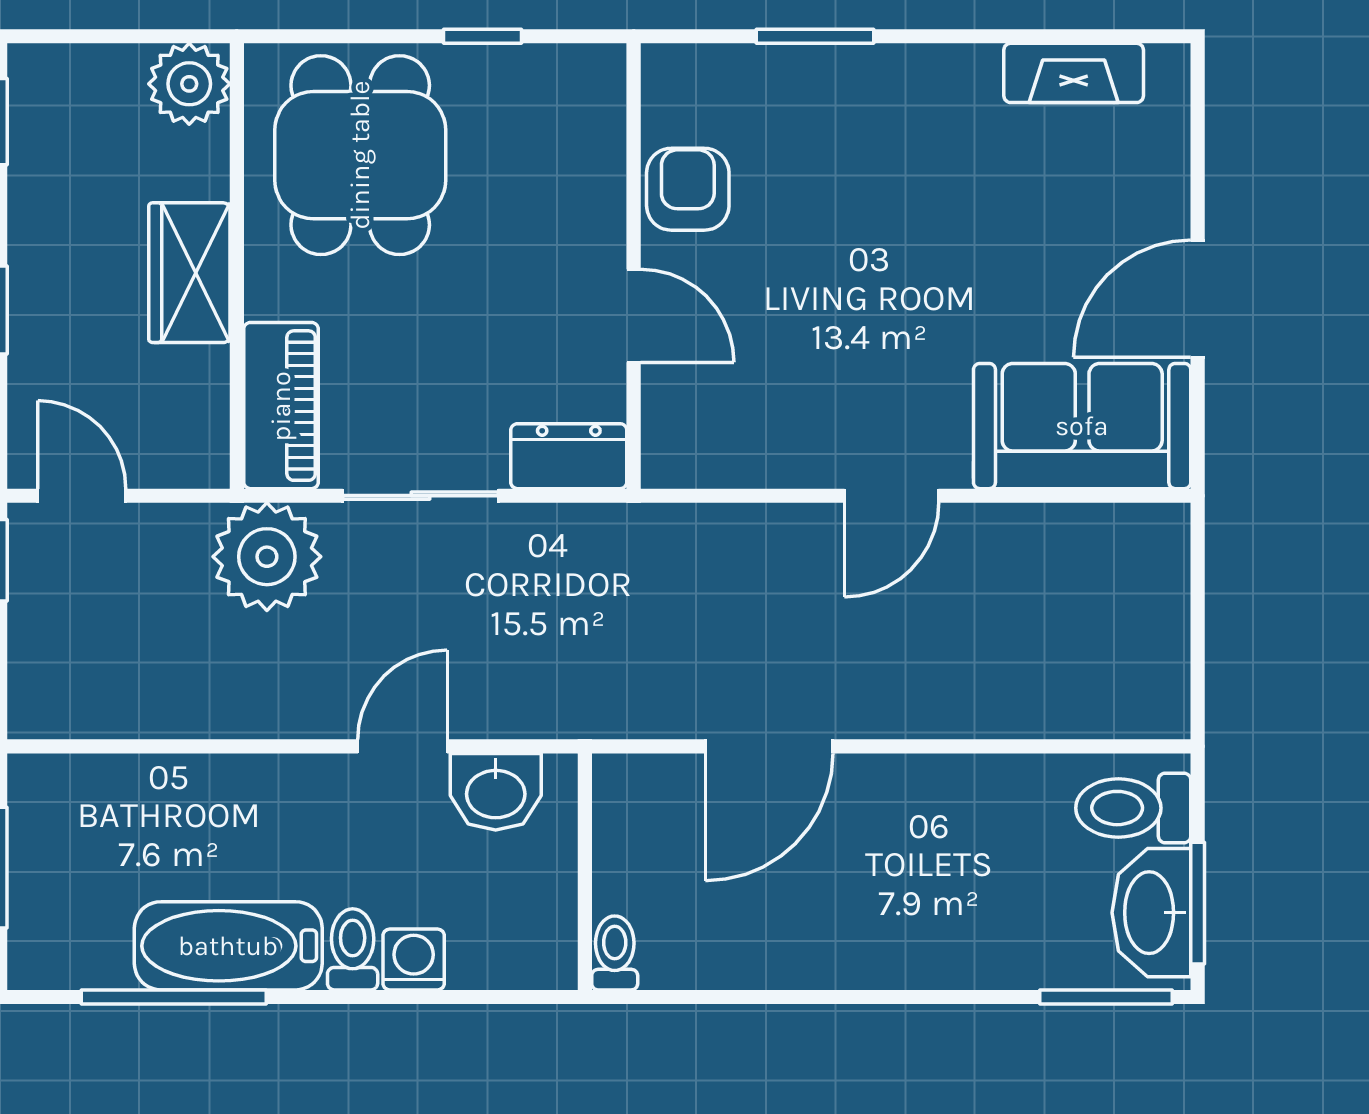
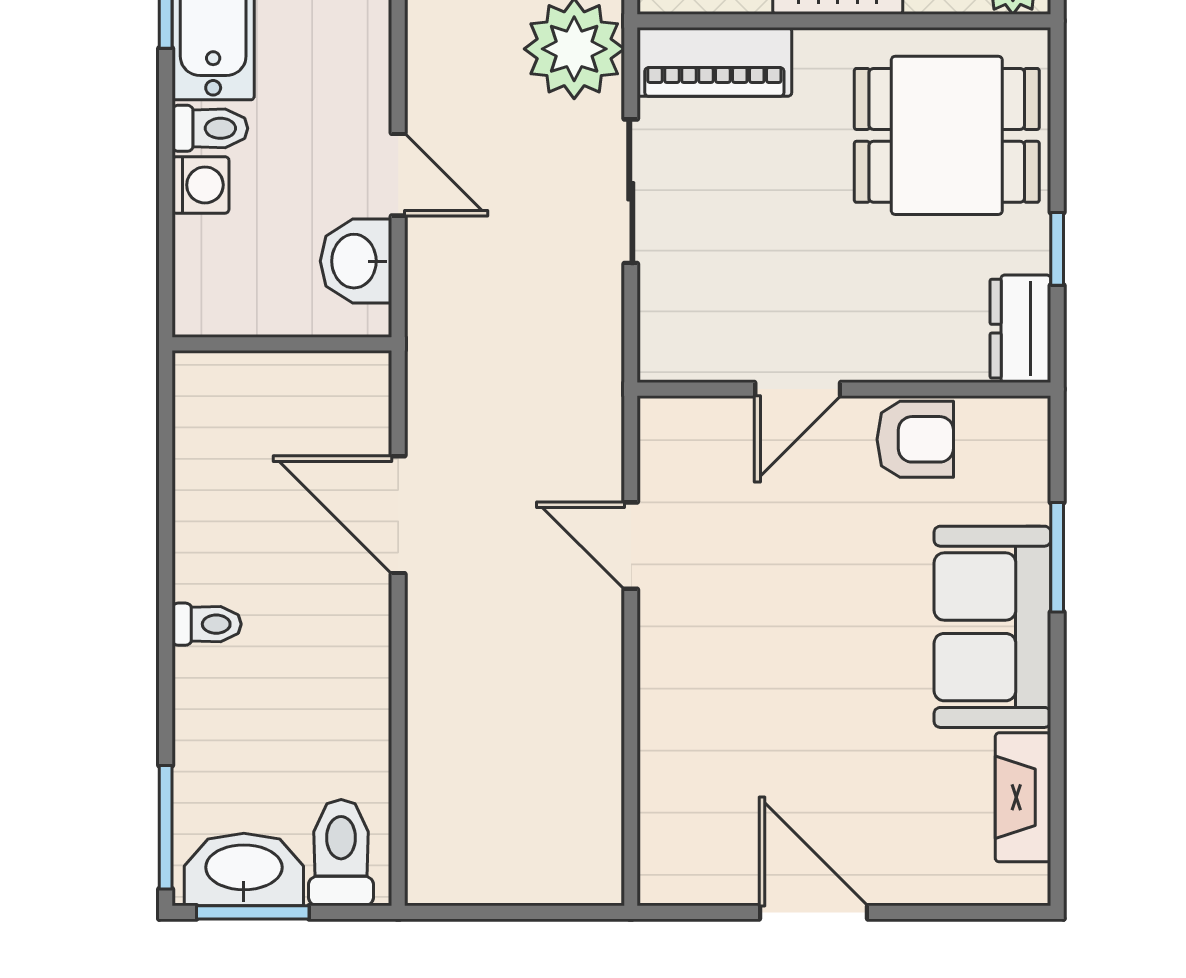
sofa: (1082, 426) -> (992, 627), moved, turned 180
dresser: (569, 456) -> (1020, 329), moved, turned 180
door: (892, 496) -> (631, 546), moved
toilet: (615, 953) -> (207, 624), moved

